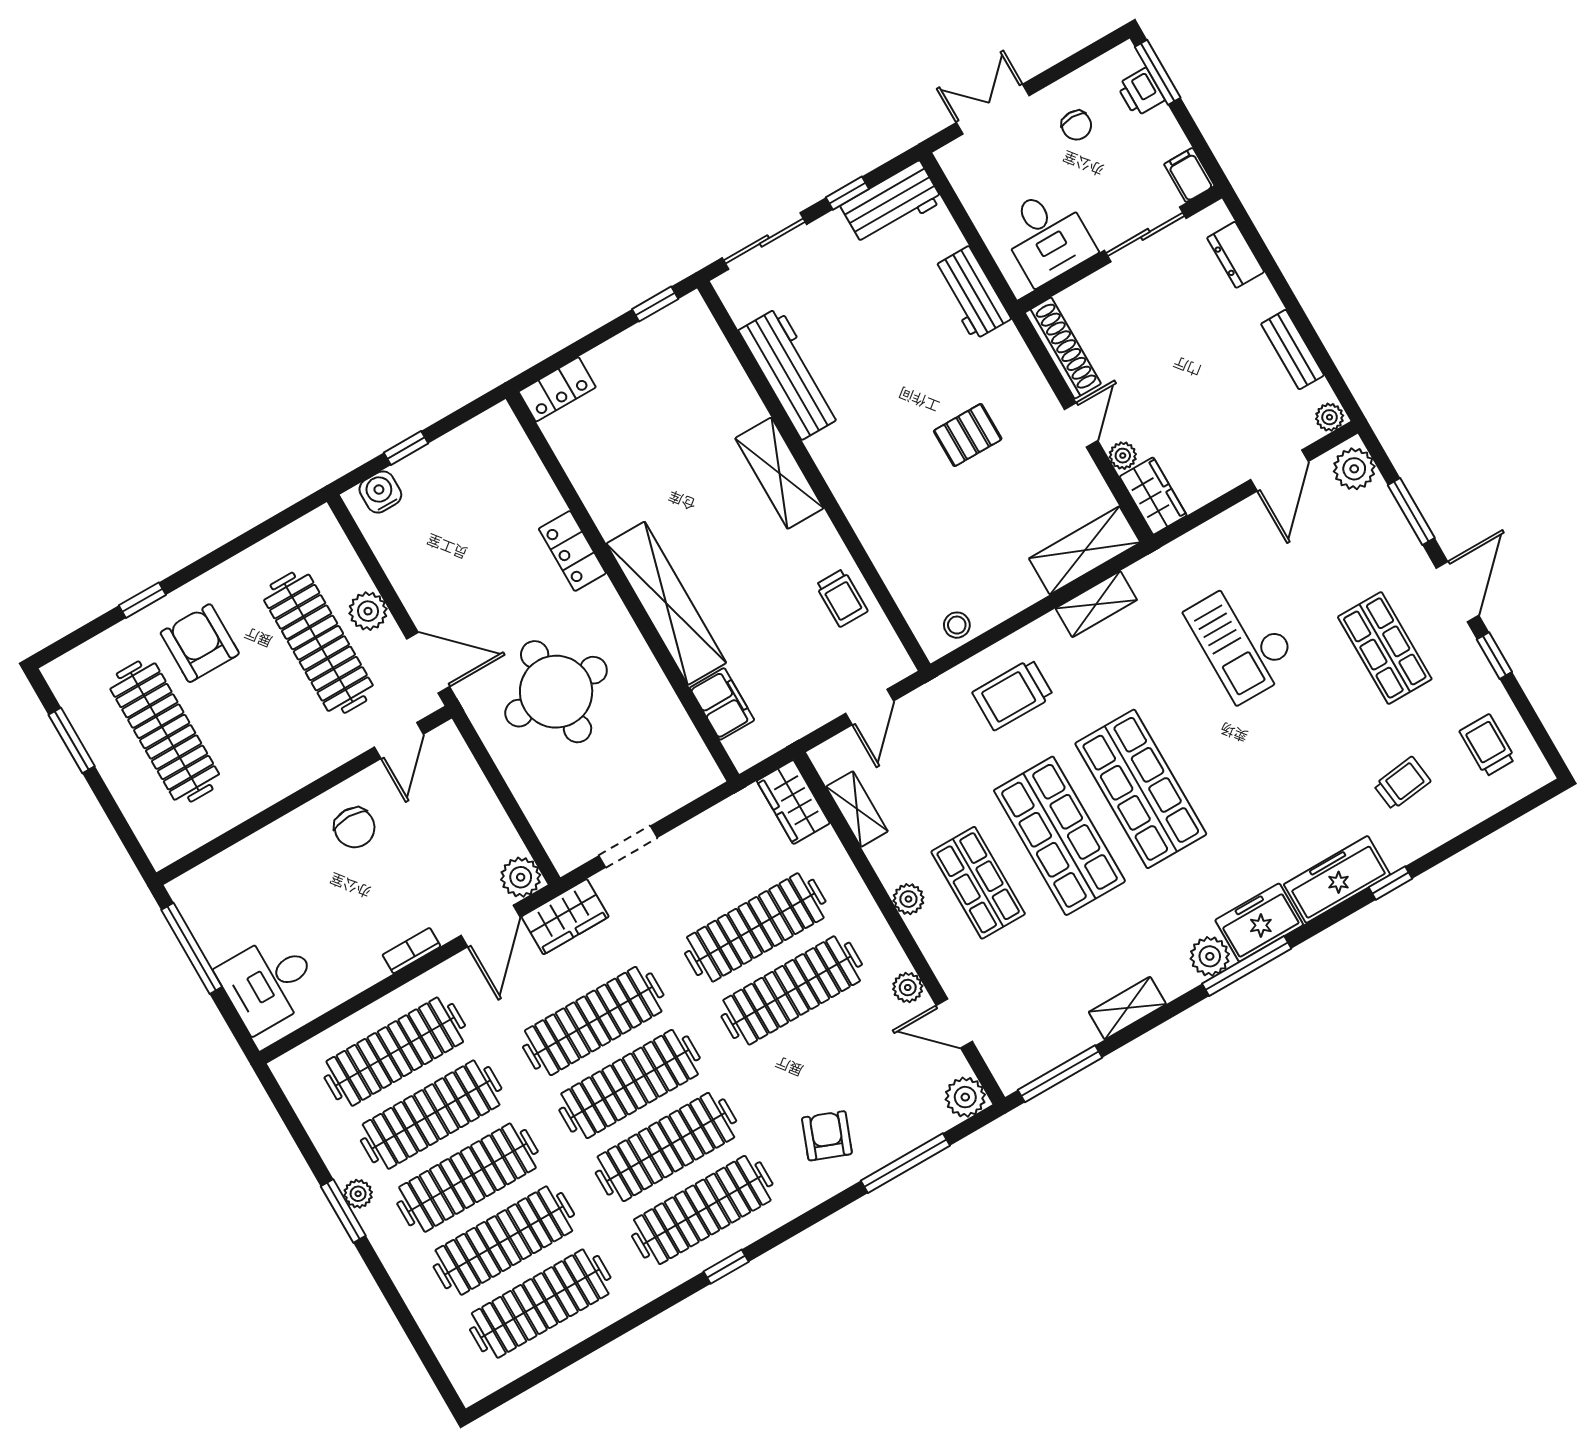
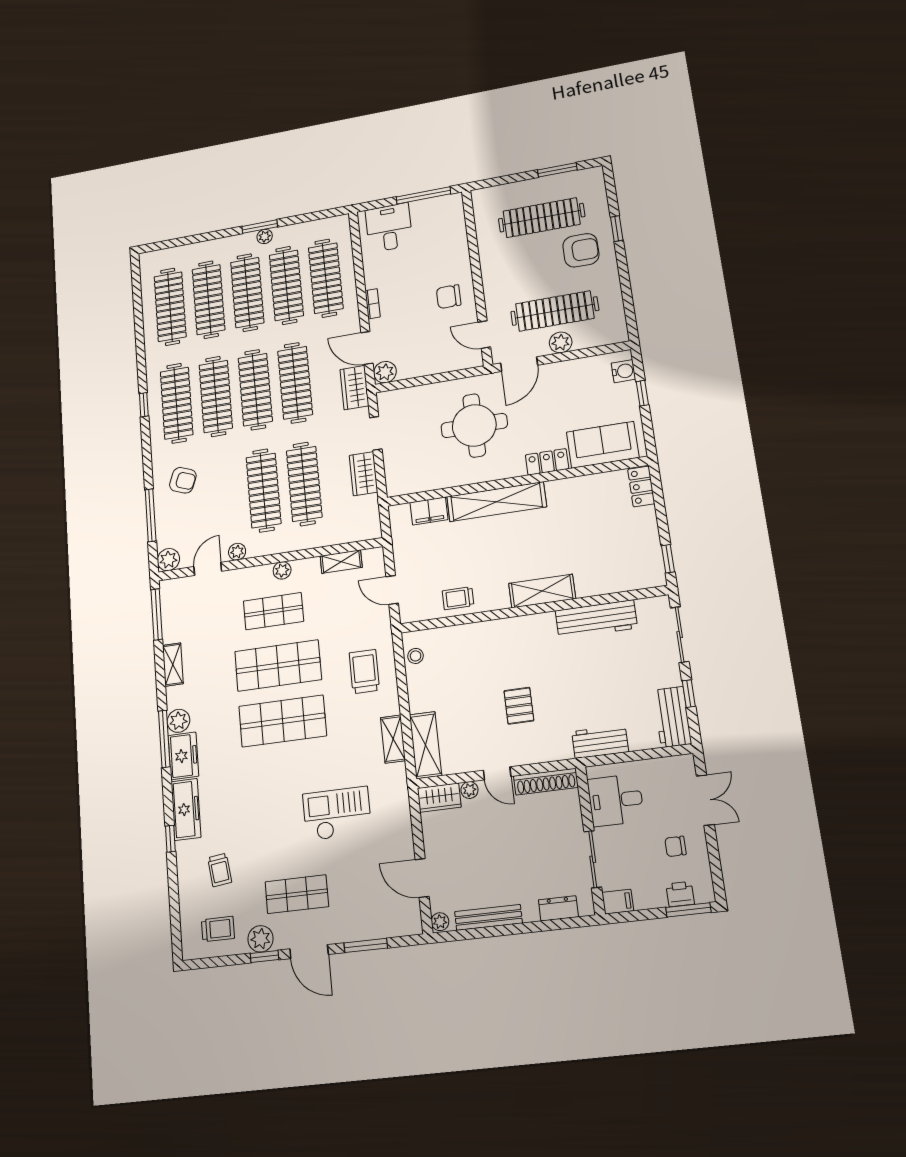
bench: (1292, 350) -> (488, 917), width x1.36
plant: (1354, 469) -> (261, 939), moved
sofa: (513, 476) -> (603, 445), added
wardrobe: (793, 802) -> (364, 474), moved, turned -90

